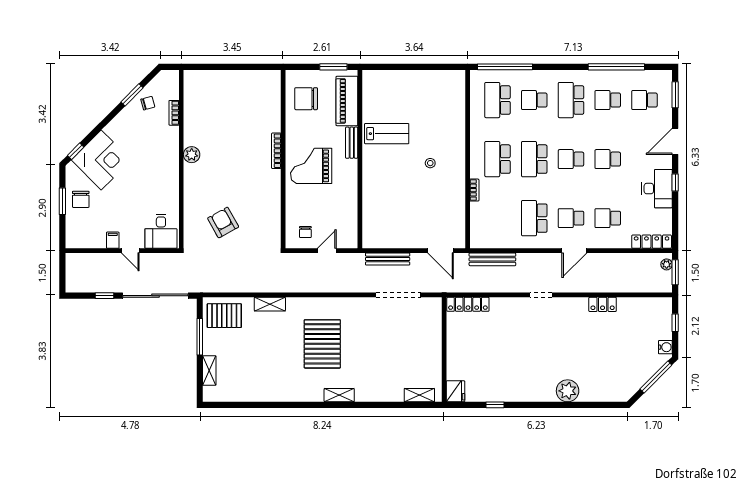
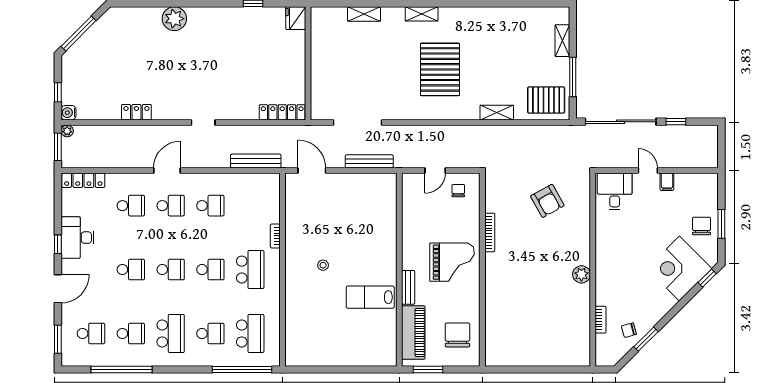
chair: (306, 99) -> (457, 335), turned -90
bookcase: (276, 151) -> (490, 232), moved
school desk: (534, 159) -> (210, 270), width x0.54
school desk: (534, 218) -> (210, 206), width x0.54
plant: (667, 264) -> (67, 131), moved
water cooler: (665, 347) -> (68, 113), moved
shelving: (419, 395) -> (364, 14), moved

